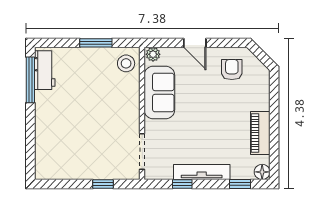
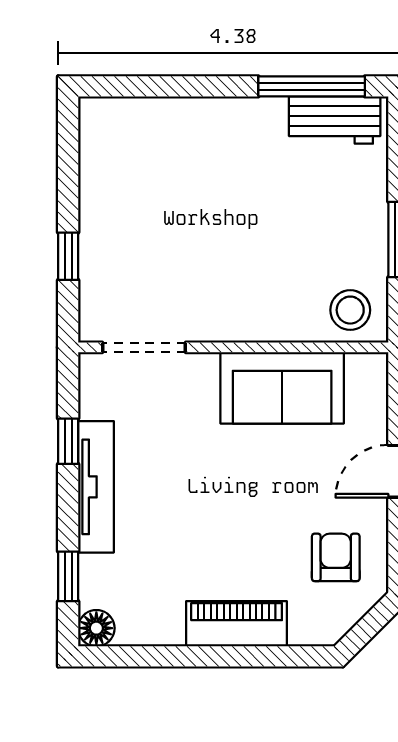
plant: (153, 54) -> (372, 373), removed
armchair: (232, 70) -> (336, 557), turned -90
piano: (260, 133) -> (237, 624), moved

